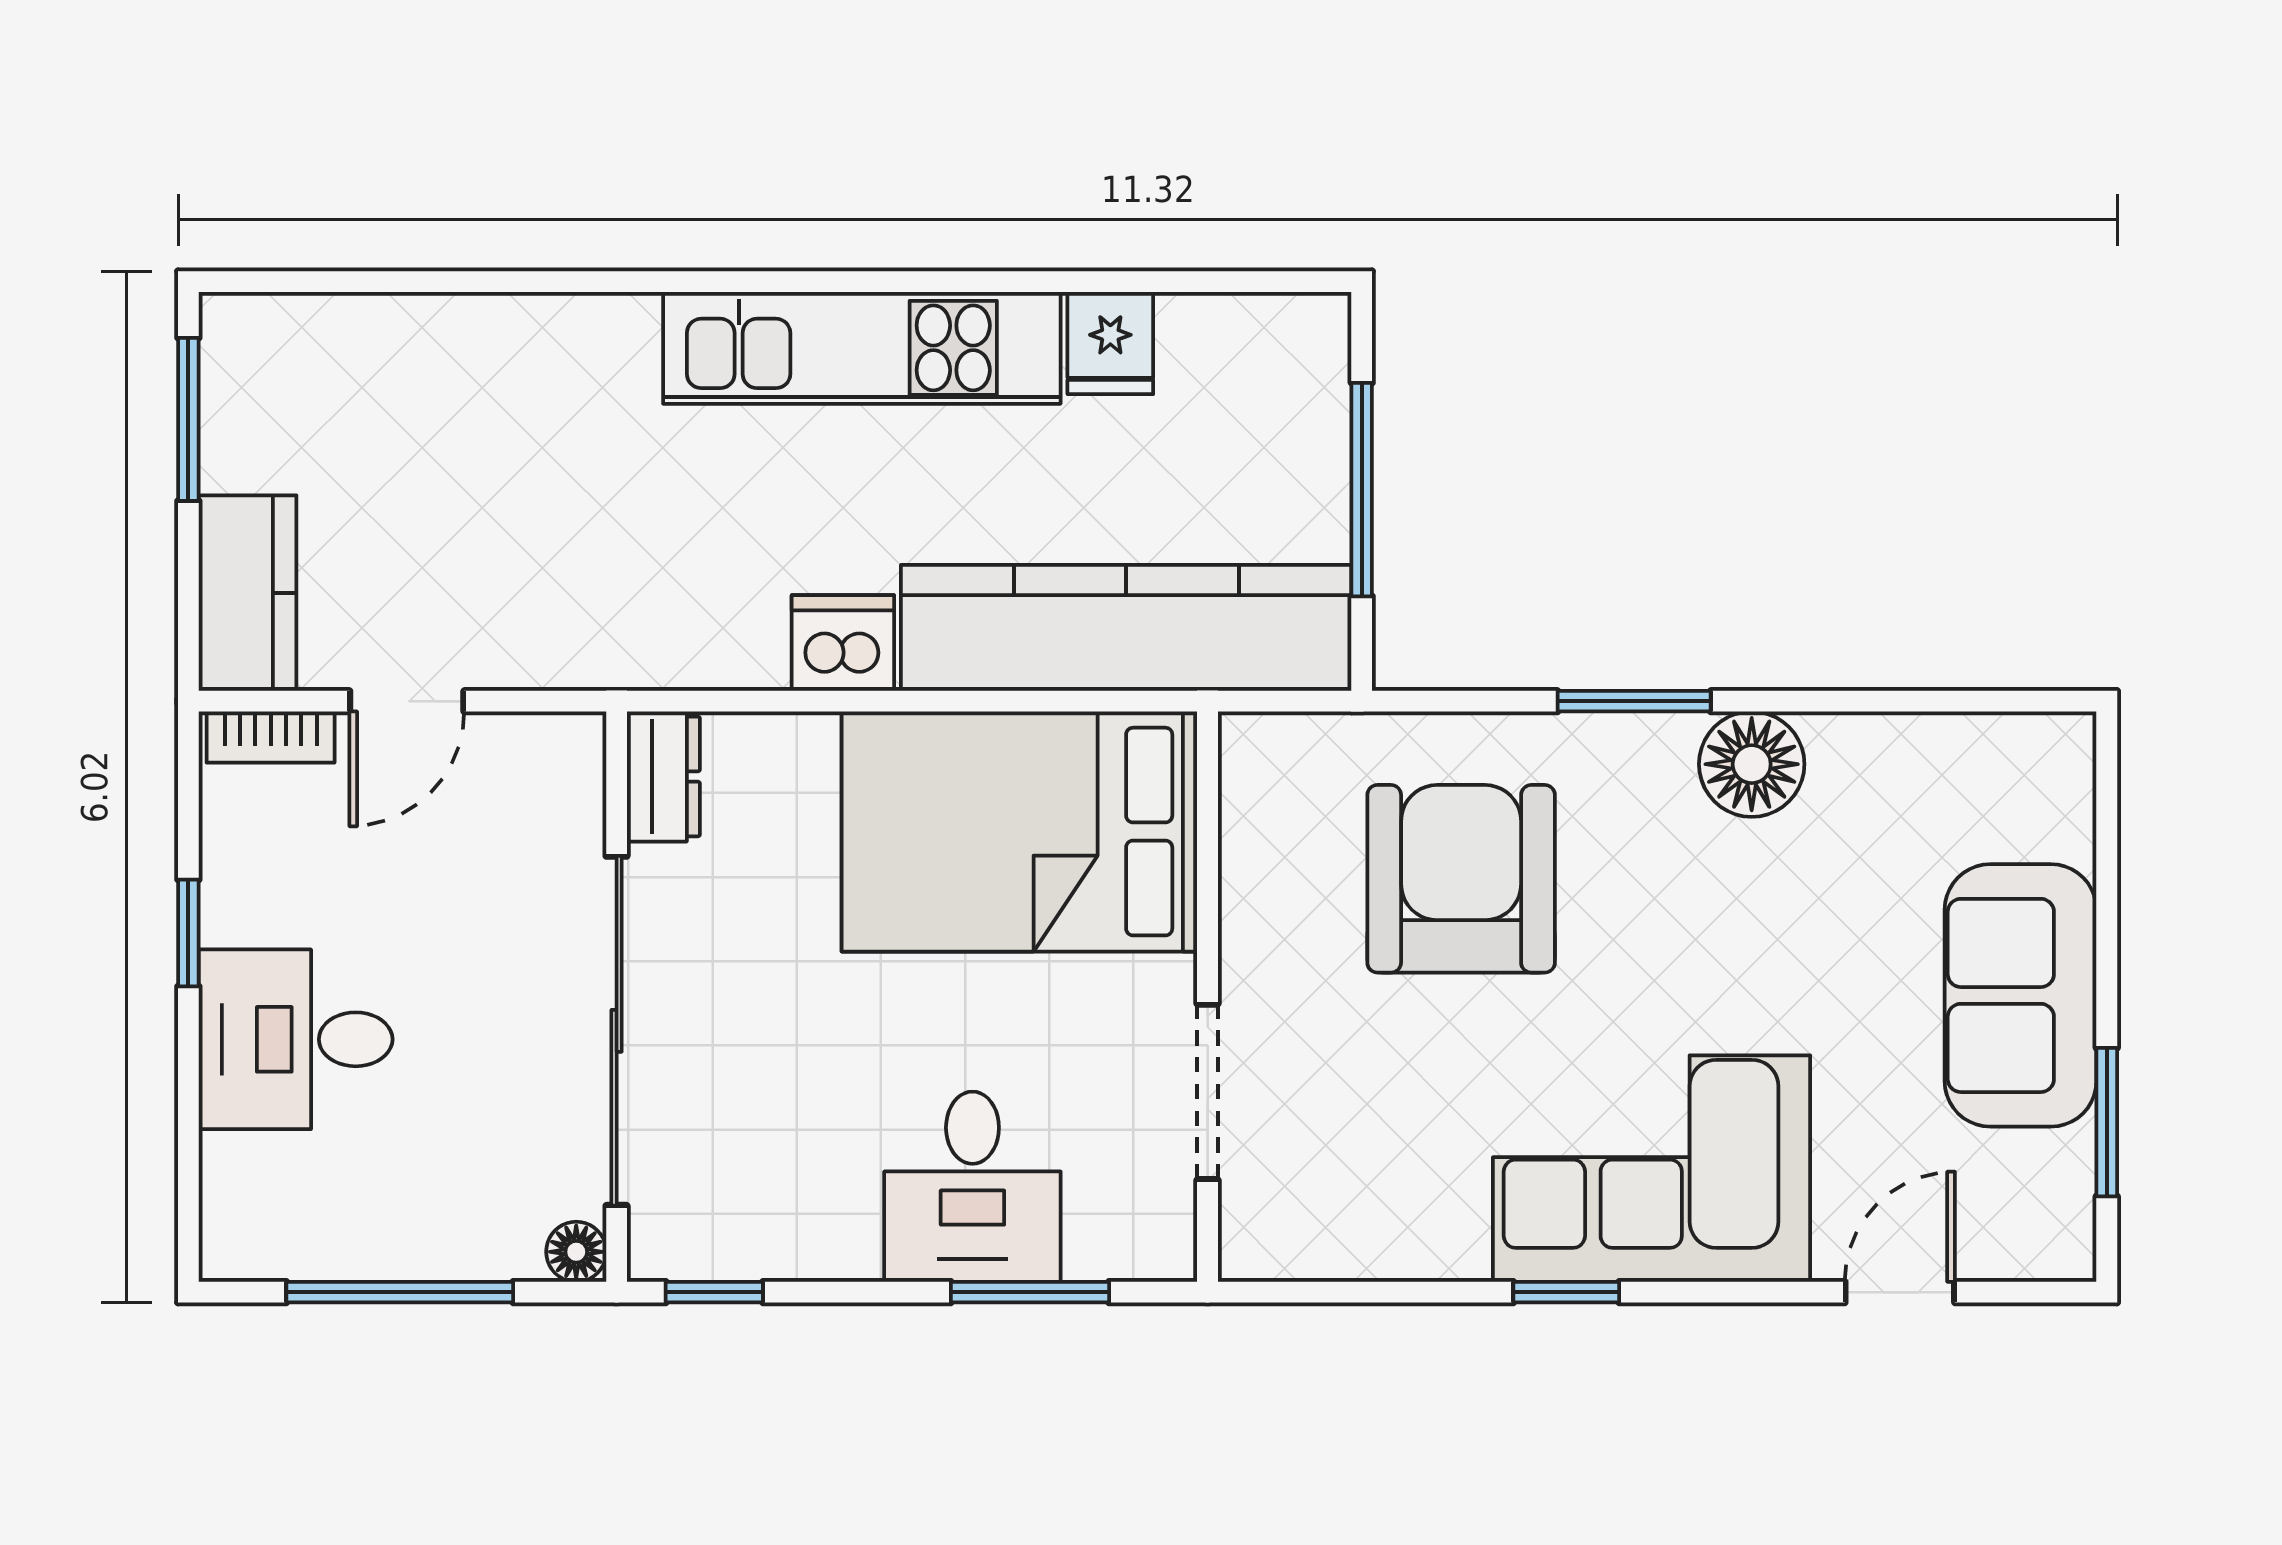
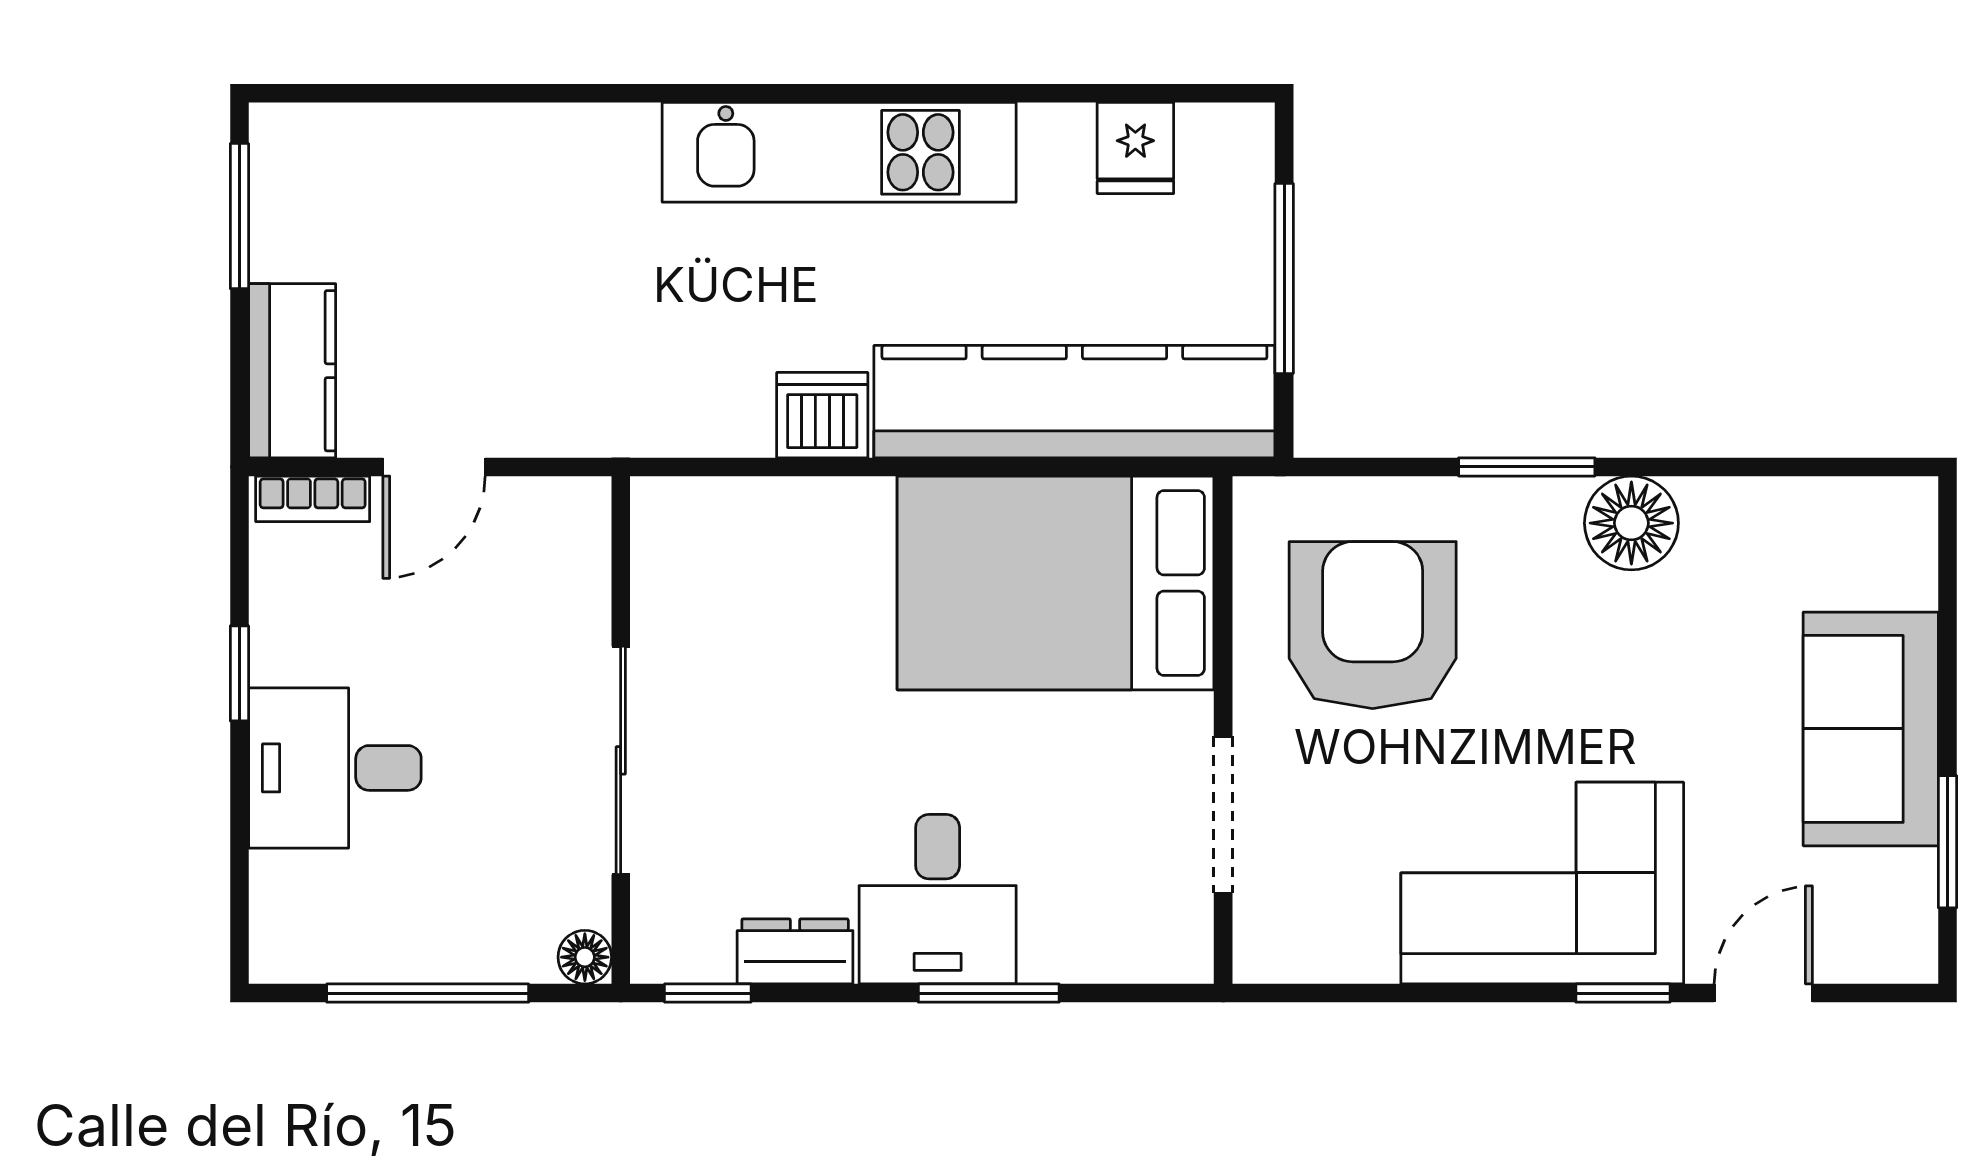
fridge: (1110, 343) -> (1135, 148), moved
dresser: (663, 776) -> (795, 951), moved, turned -90
bed: (1019, 832) -> (1056, 583), moved
wall: (1208, 997) -> (1223, 730), moved
sliding door: (617, 1031) -> (621, 760), width x0.73
doorway: (1208, 1092) -> (1223, 815), moved
window: (1566, 1292) -> (1623, 993), moved

